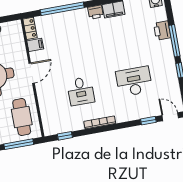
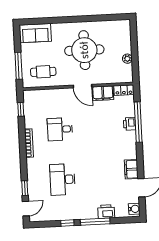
printer: (96, 12) -> (130, 124), moved
filing cabinet: (35, 45) -> (103, 93), width x2.00
desk: (134, 81) -> (63, 180), turned 180
cafe table: (22, 117) -> (43, 72), width x0.73, depth x0.74

